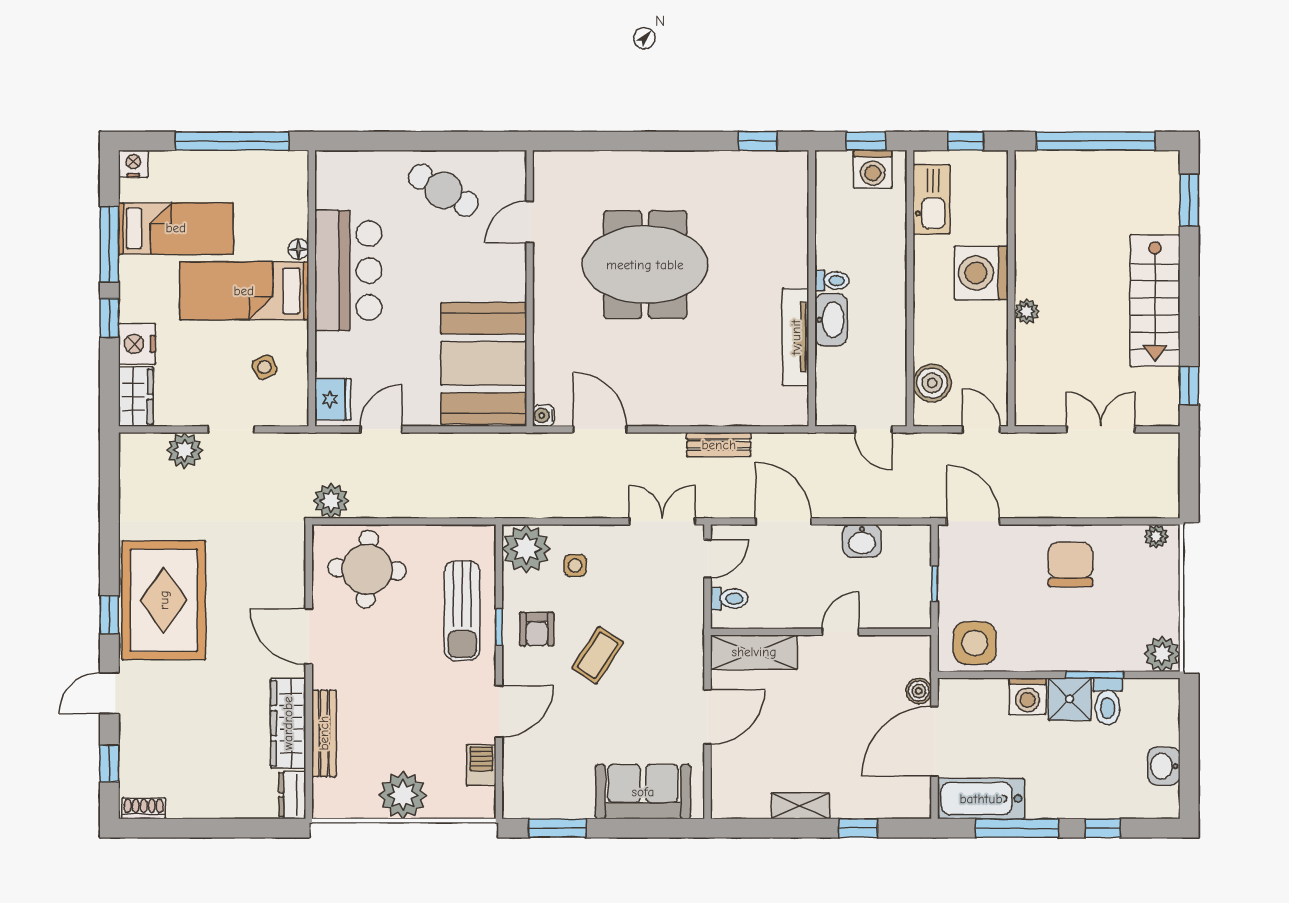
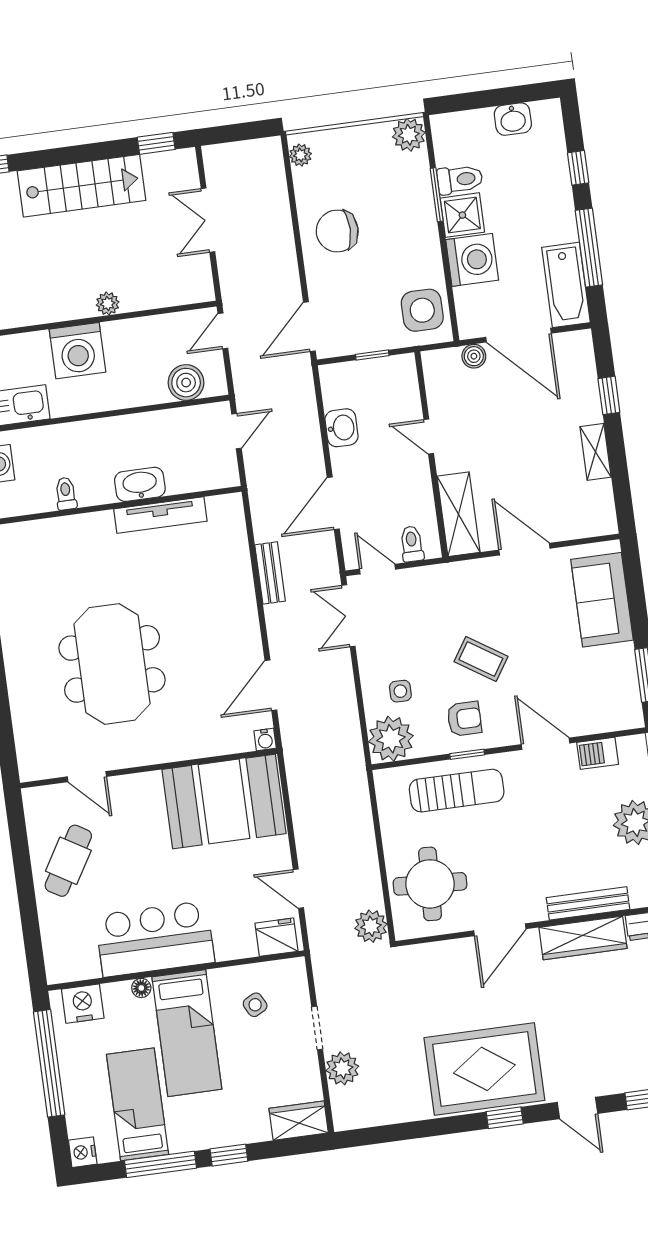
toilet: (832, 281) -> (66, 494), moved
nightstand: (137, 344) -> (83, 1004), moved, turned 180
washing machine: (1028, 696) -> (472, 260), width x1.37, depth x1.37

